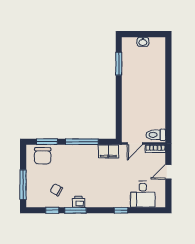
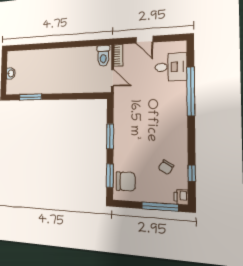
window: (82, 142) -> (110, 136), width x0.69
filing cabinet: (108, 151) -> (121, 107), removed
printer: (79, 202) -> (181, 197), moved
window: (76, 210) -> (191, 145), removed
window: (121, 210) -> (191, 91), width x3.17

